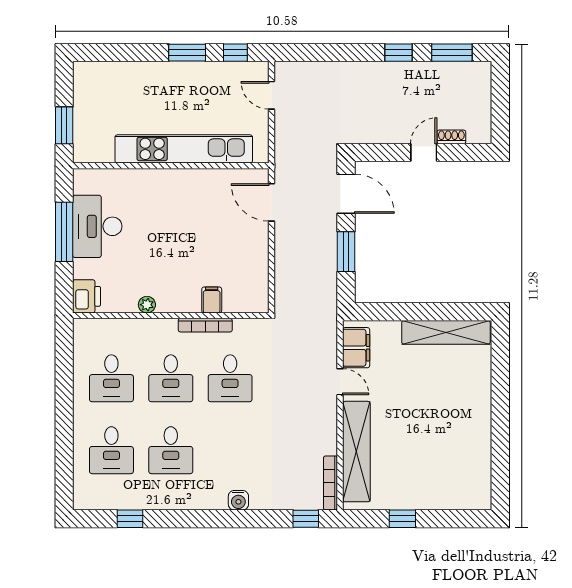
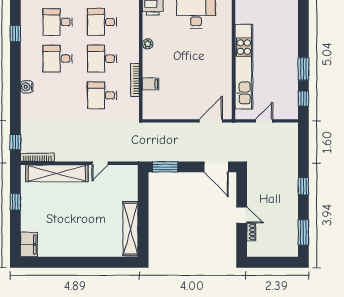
window: (399, 53) -> (303, 186), moved
door: (271, 95) -> (264, 121), moved
door: (346, 194) -> (216, 167), hinge flipped
window: (346, 252) -> (165, 167), moved
filing cabinet: (356, 348) -> (29, 244), moved, turned -90
water cooler: (238, 500) -> (27, 87), moved

